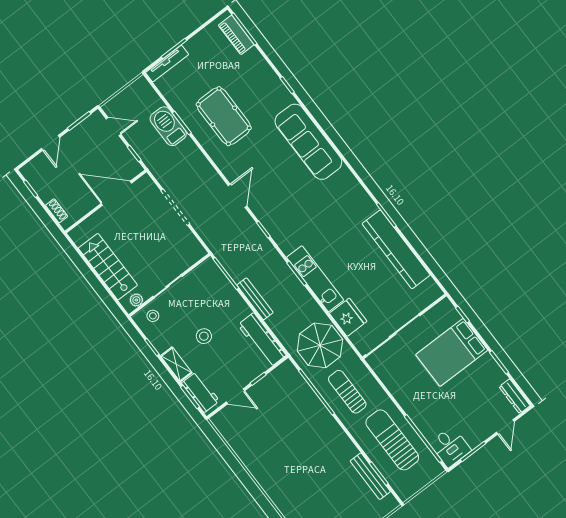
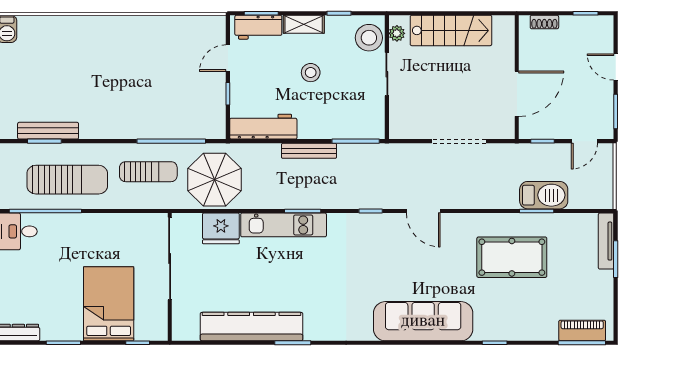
stool: (153, 316) -> (369, 38), width x1.89, depth x1.89

